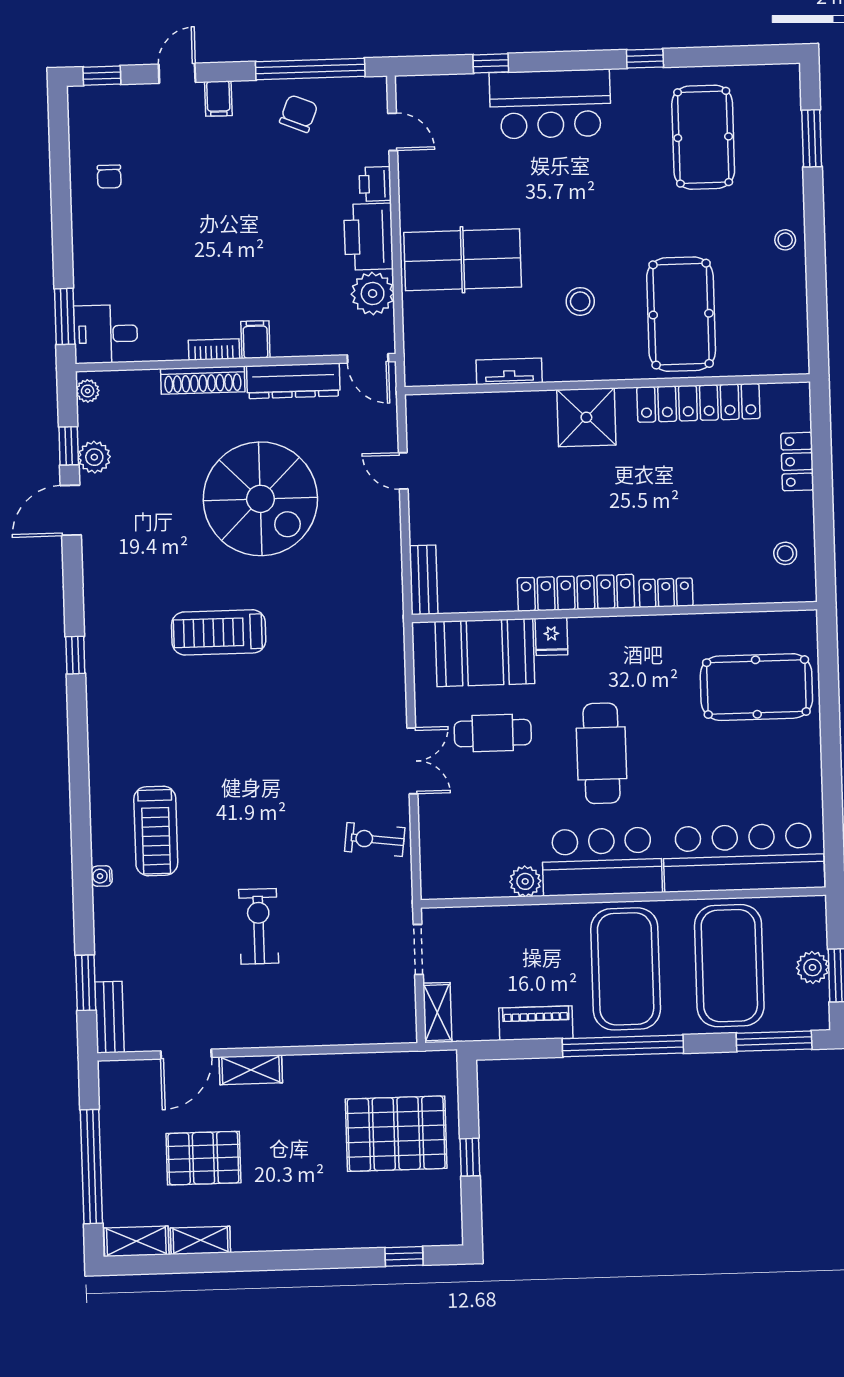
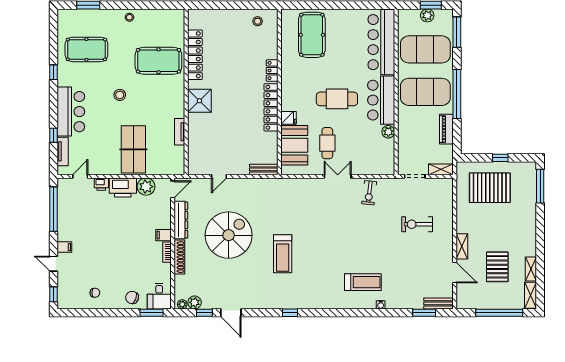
tv unit: (452, 87) -> (63, 151), added
chair: (299, 114) -> (132, 298), moved
stool: (580, 301) -> (120, 95), moved
plant: (94, 457) -> (195, 302), moved
locker: (797, 462) -> (220, 15), removed
exercise bike: (259, 926) -> (417, 224), moved
pallet: (396, 1134) -> (490, 188), turned 90
window: (404, 1256) -> (540, 186), width x2.17

